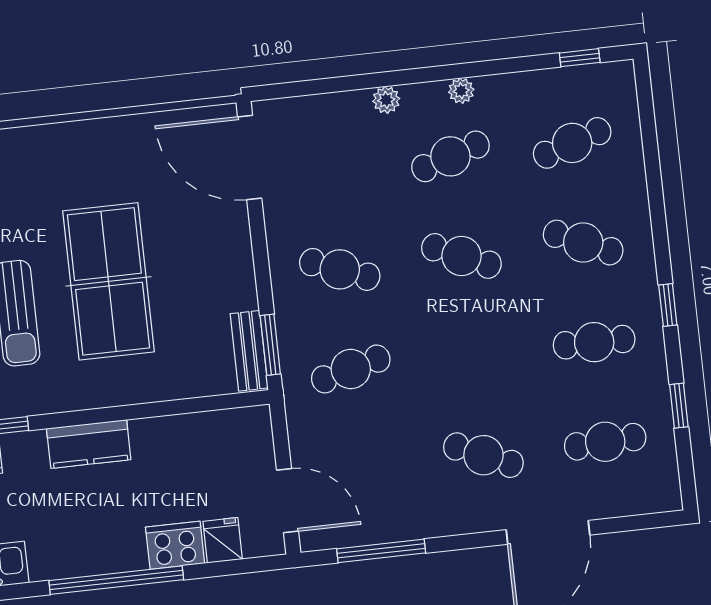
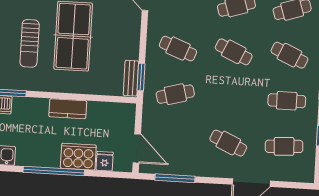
kitchen counter: (89, 444) -> (68, 109), moved
cooker: (175, 545) -> (78, 157), width x1.37, depth x1.31

